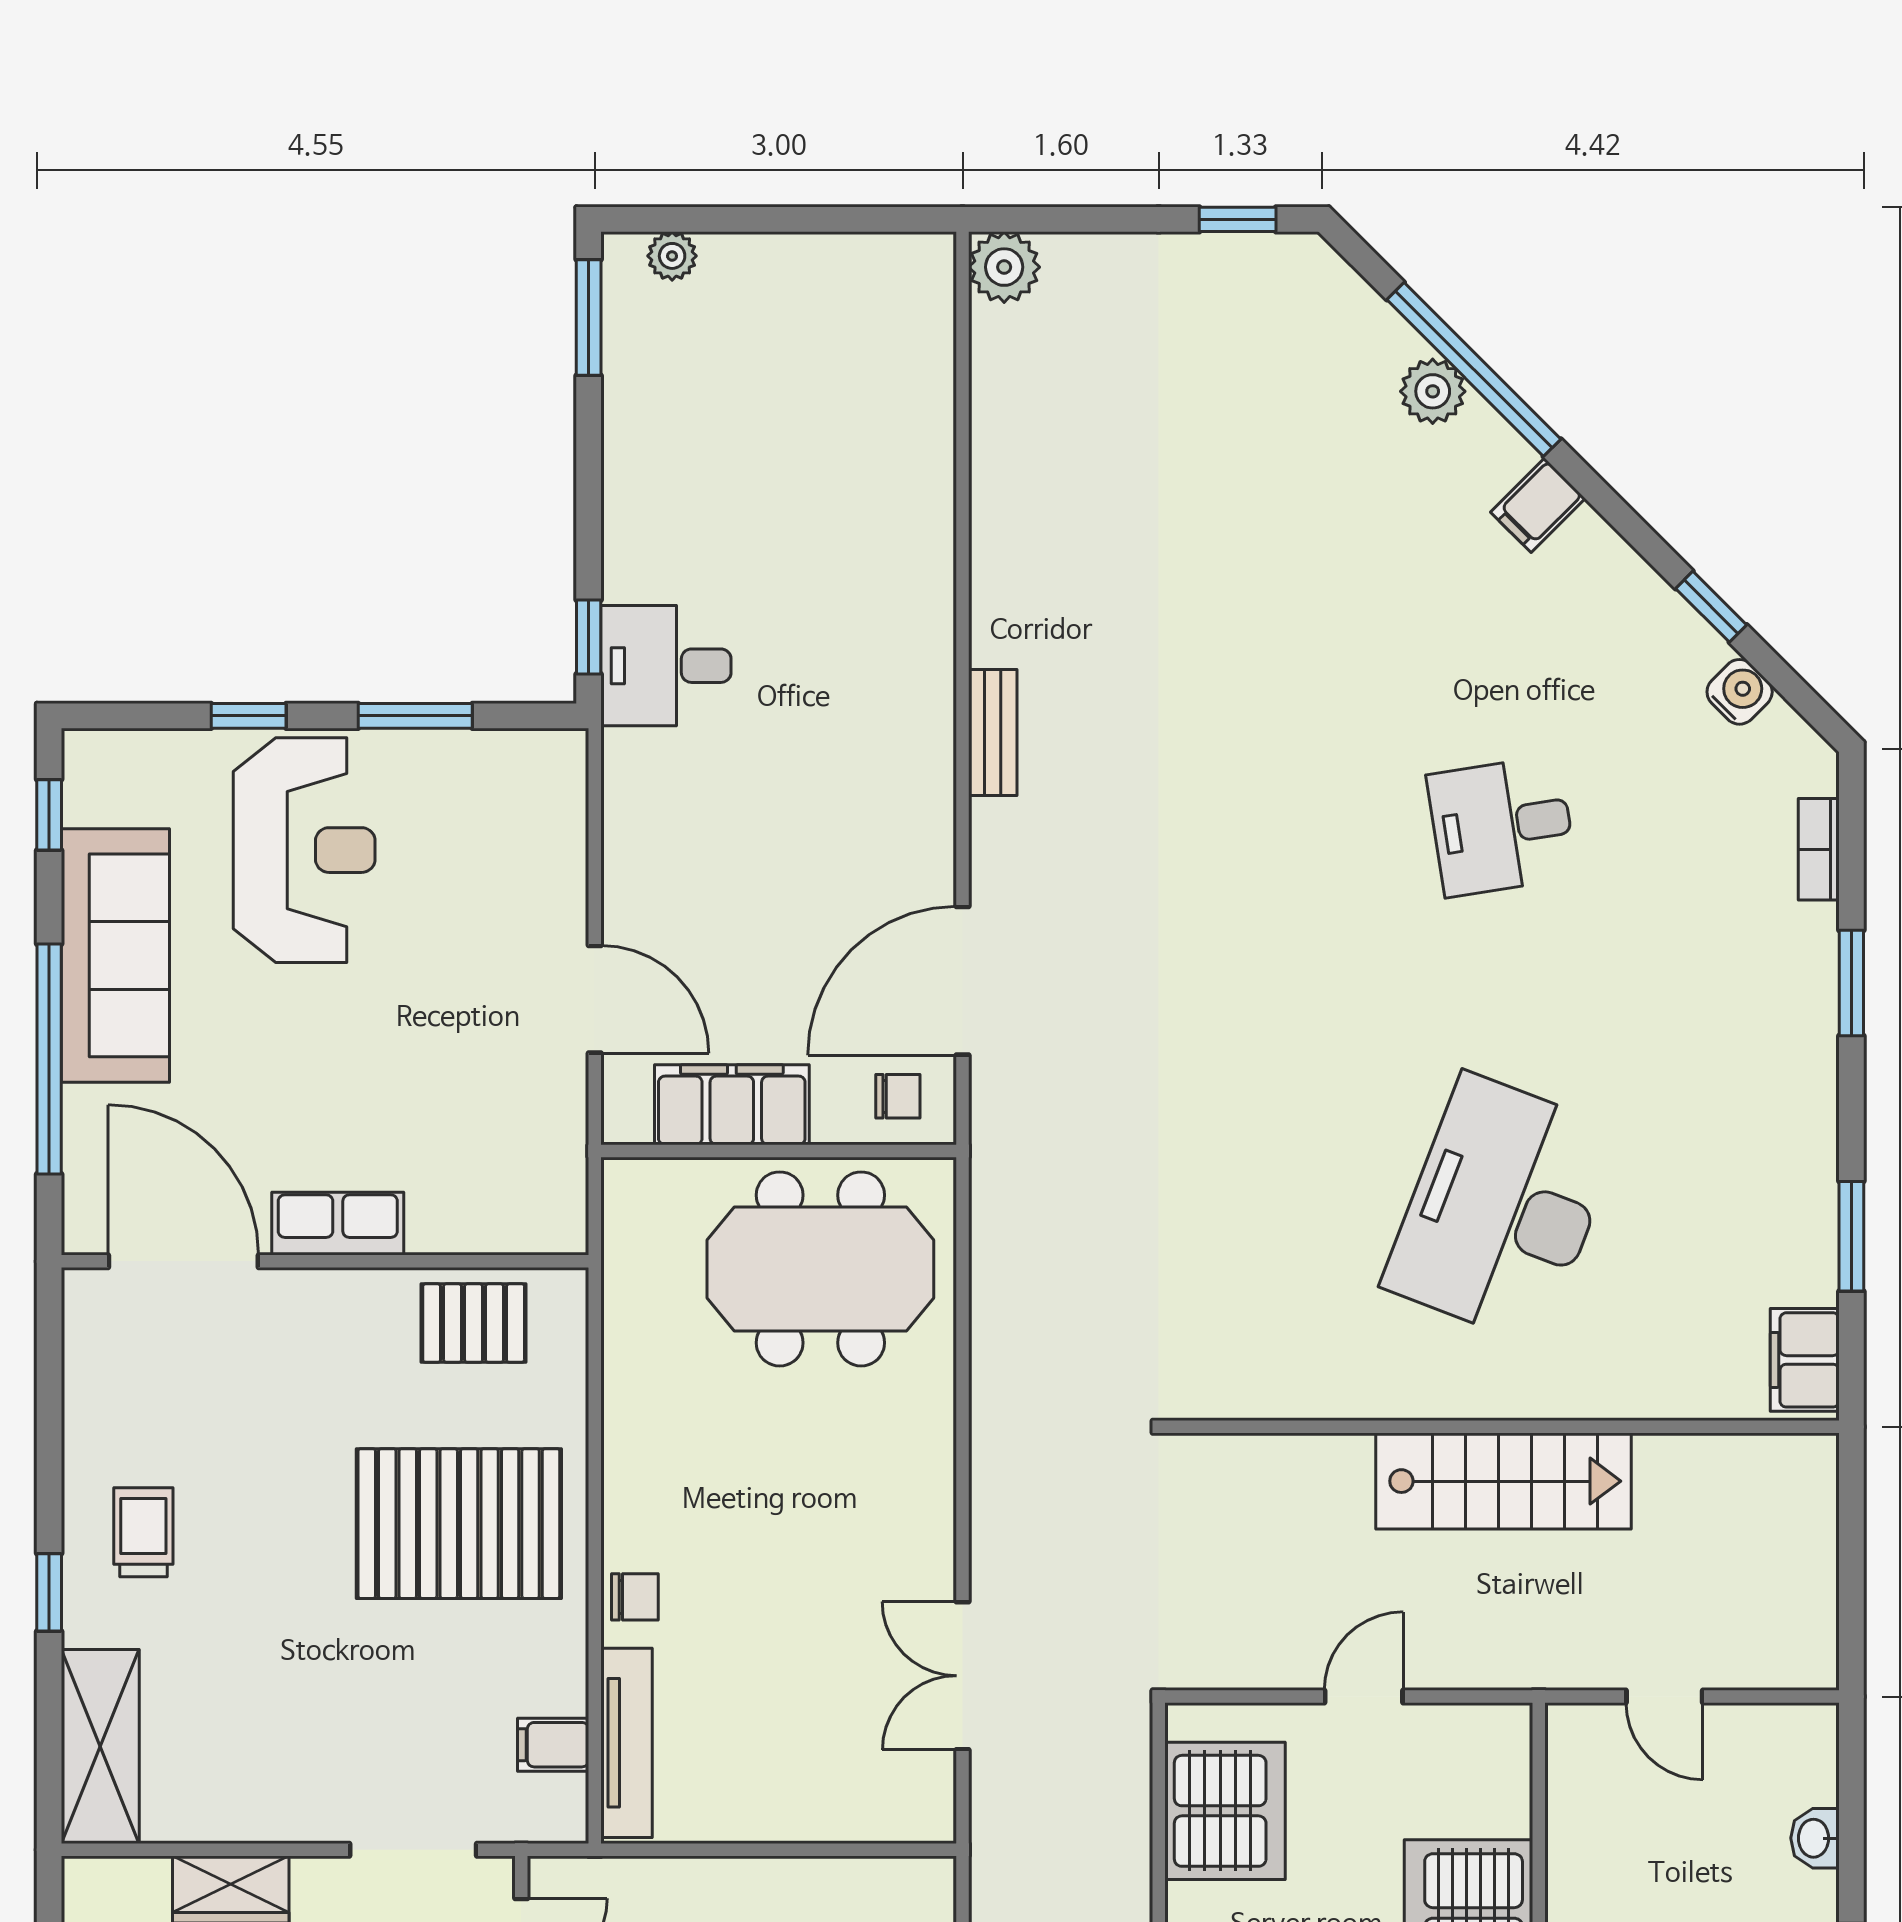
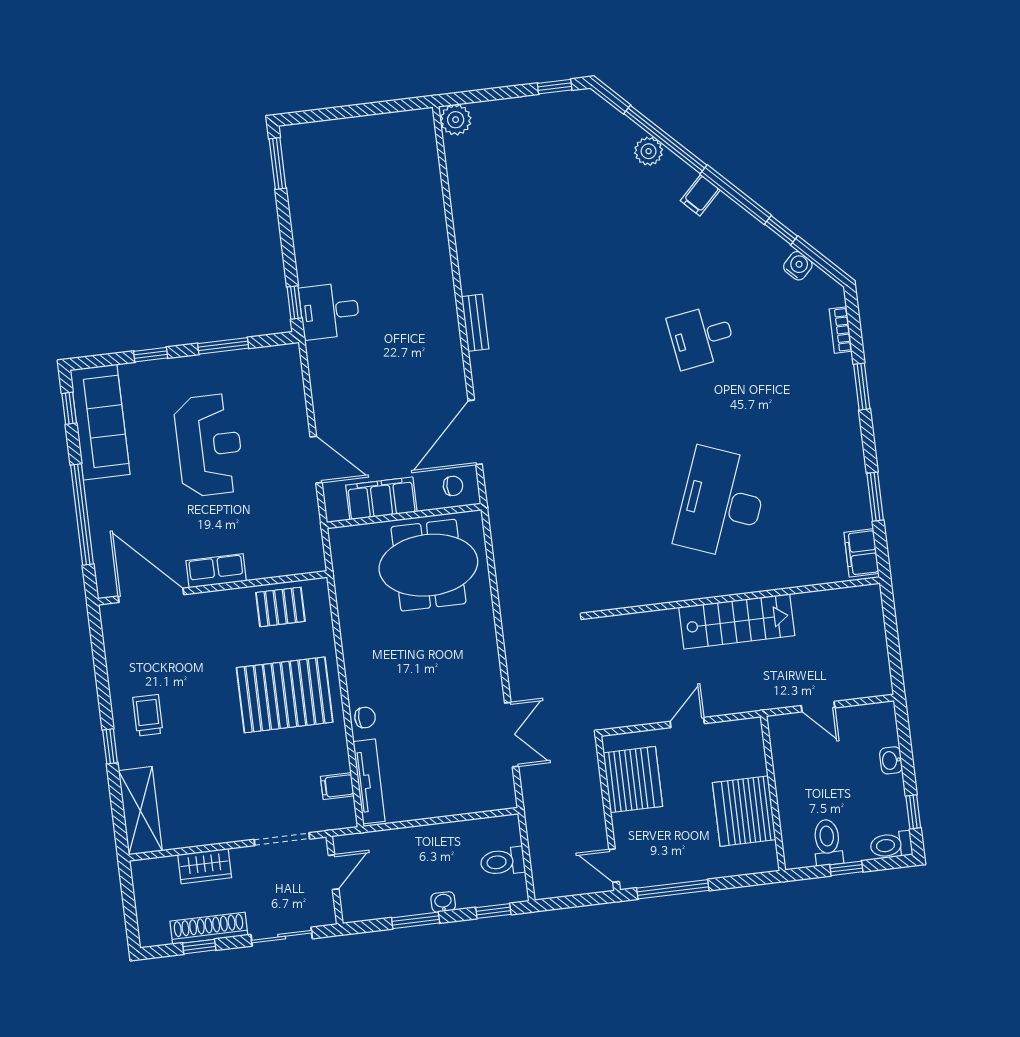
plant: (672, 256) -> (311, 132), removed
reception desk: (304, 850) -> (209, 445), moved
sofa: (115, 955) -> (100, 422), moved
double door: (963, 1676) -> (512, 735), swing flipped

